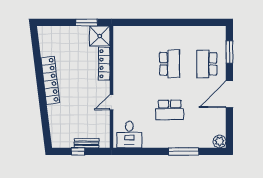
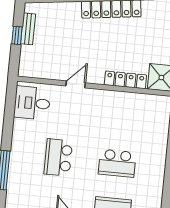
door: (112, 102) -> (76, 84), hinge flipped
bench: (87, 143) -> (28, 29), moved

